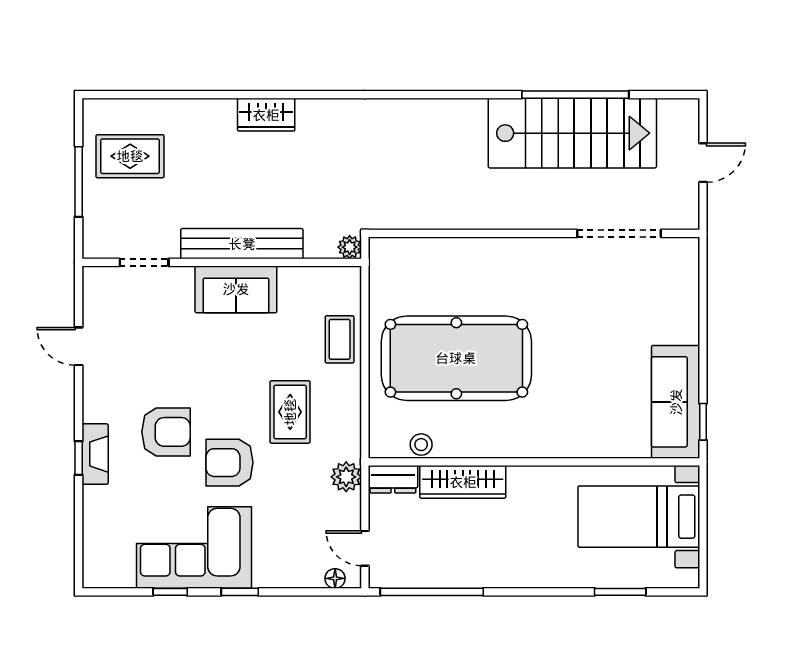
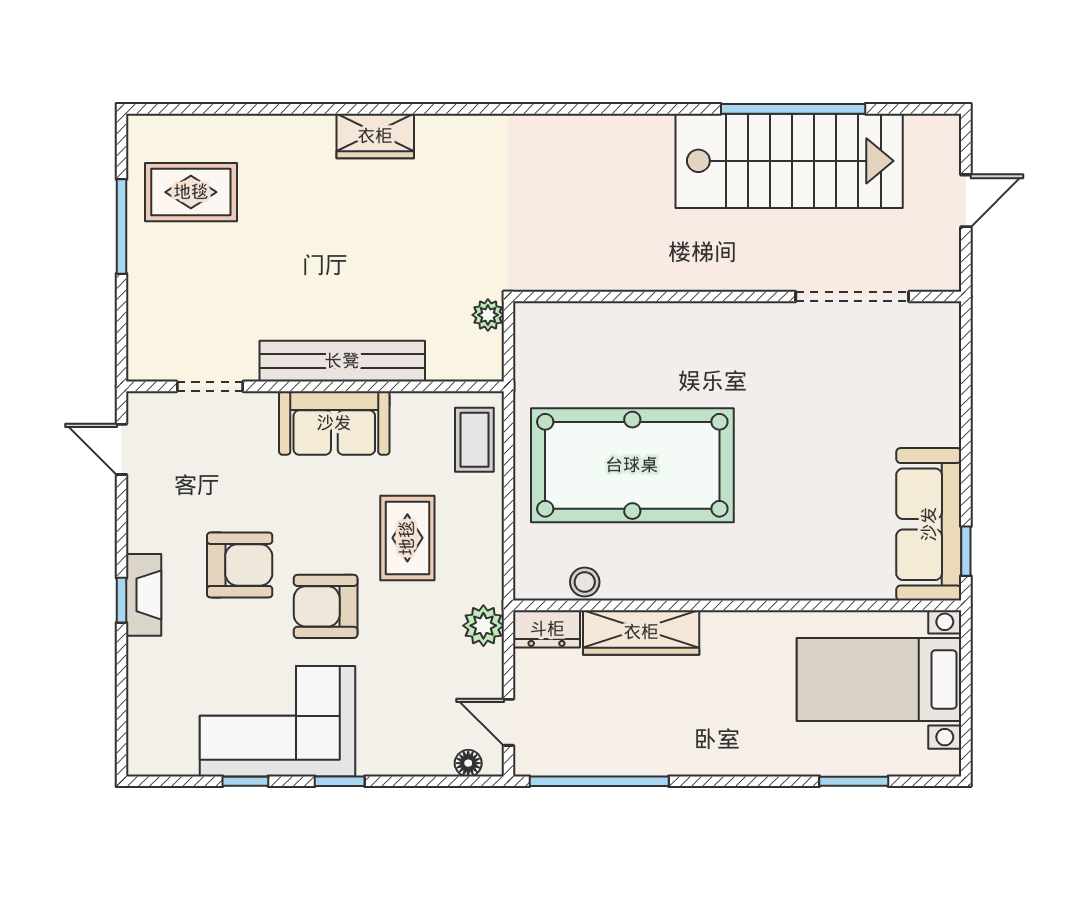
bench: (242, 244) -> (342, 361), moved
doorway: (144, 262) -> (210, 386), moved
wall: (222, 262) -> (315, 386), moved
sofa: (236, 289) -> (334, 423), moved

